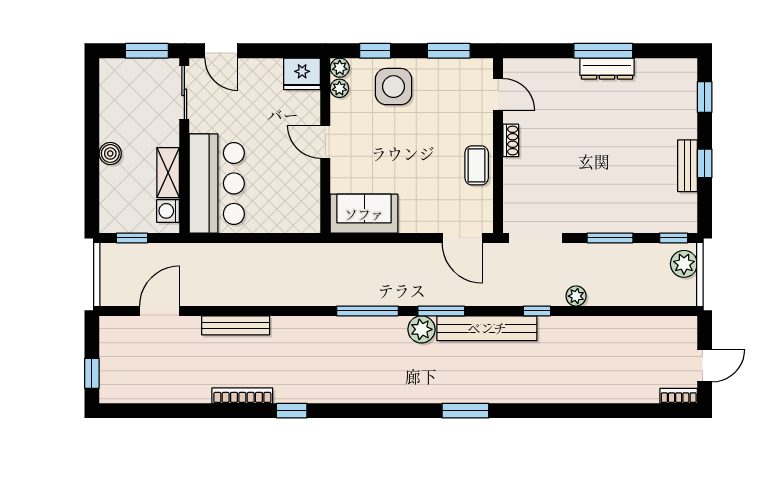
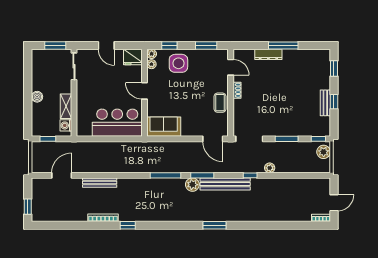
door: (221, 51) -> (106, 45), moved
dresser: (607, 69) -> (268, 54), moved
bar counter: (217, 183) -> (117, 123), moved, turned -90

